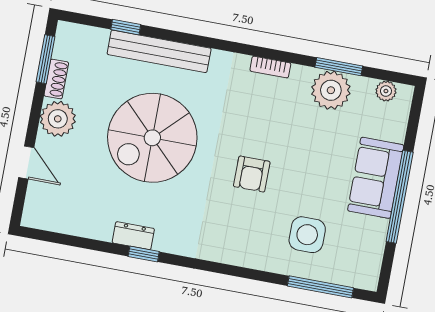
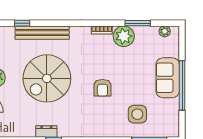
plant: (331, 90) -> (124, 36), moved

